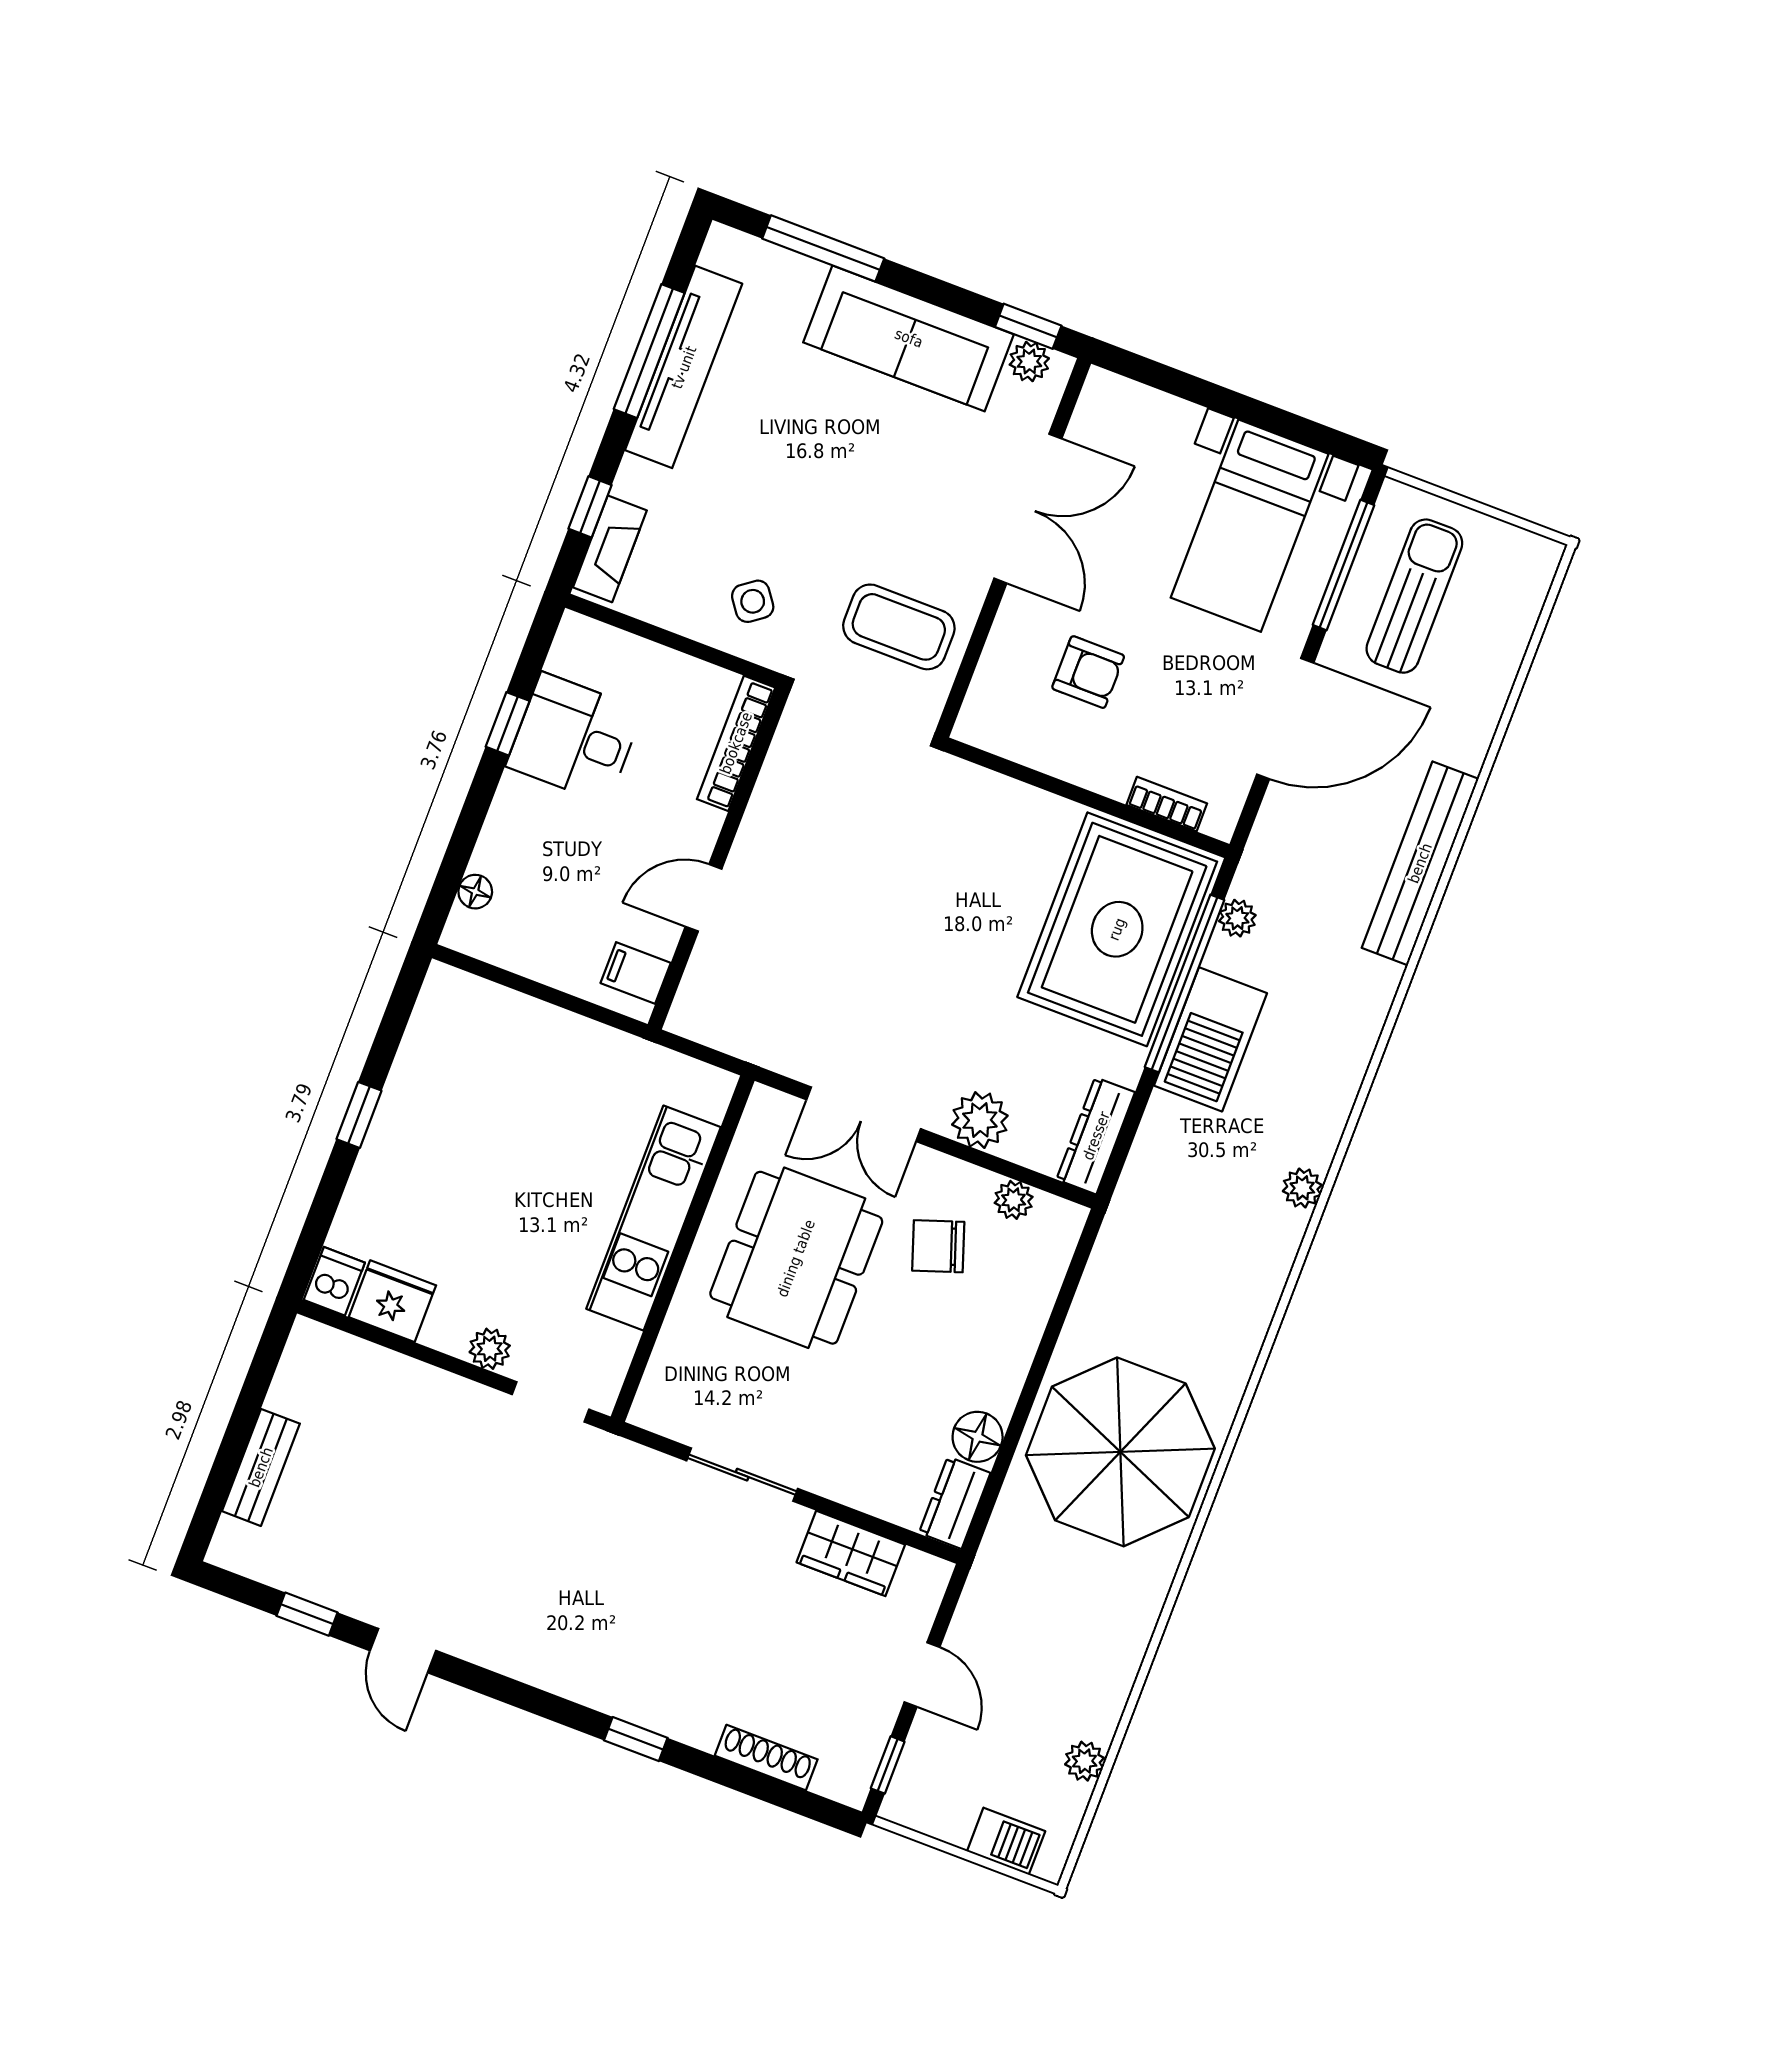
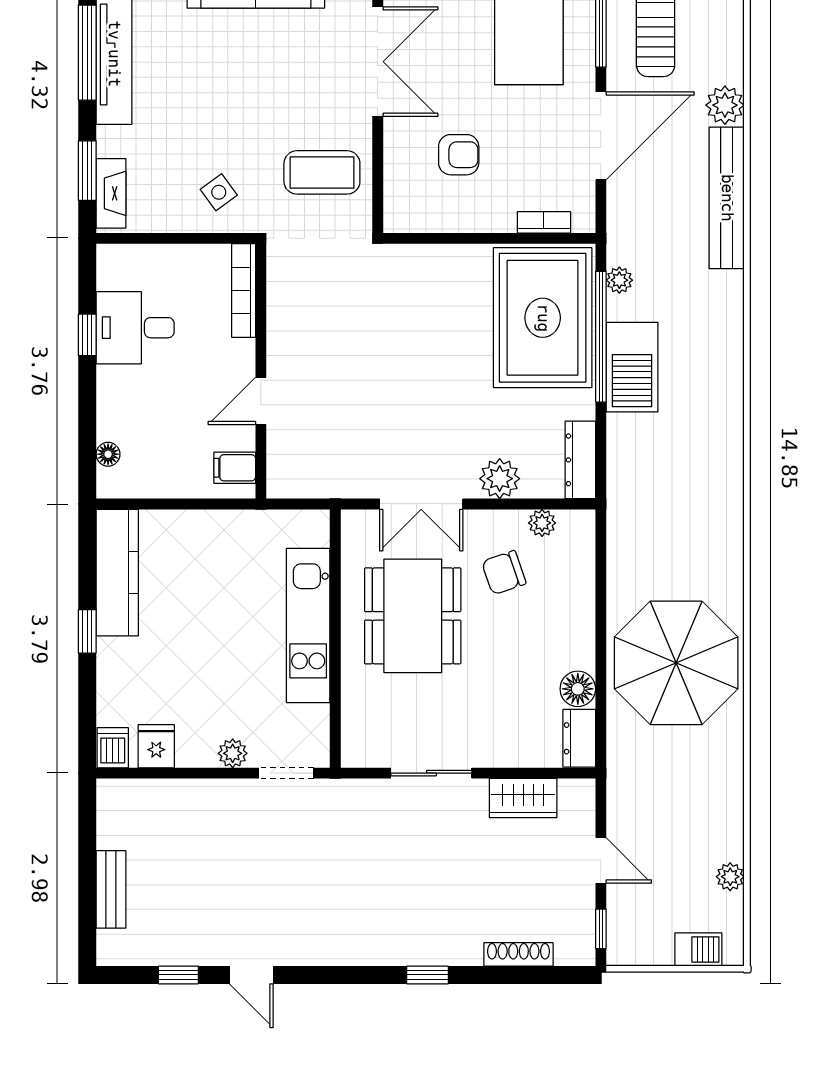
window: (590, 507) -> (87, 171), width x1.50
kitchen counter: (428, 1052) -> (117, 573), added
plant: (1302, 1188) -> (725, 105), moved, width x1.38, depth x1.38
fridge: (392, 1301) -> (156, 746), width x0.72

